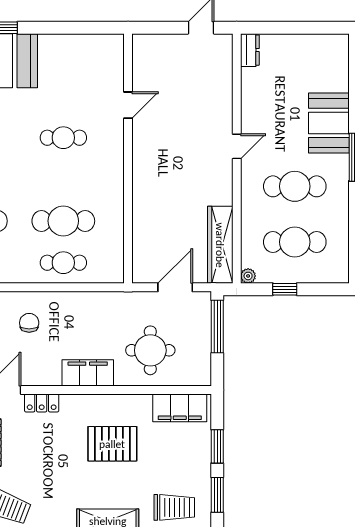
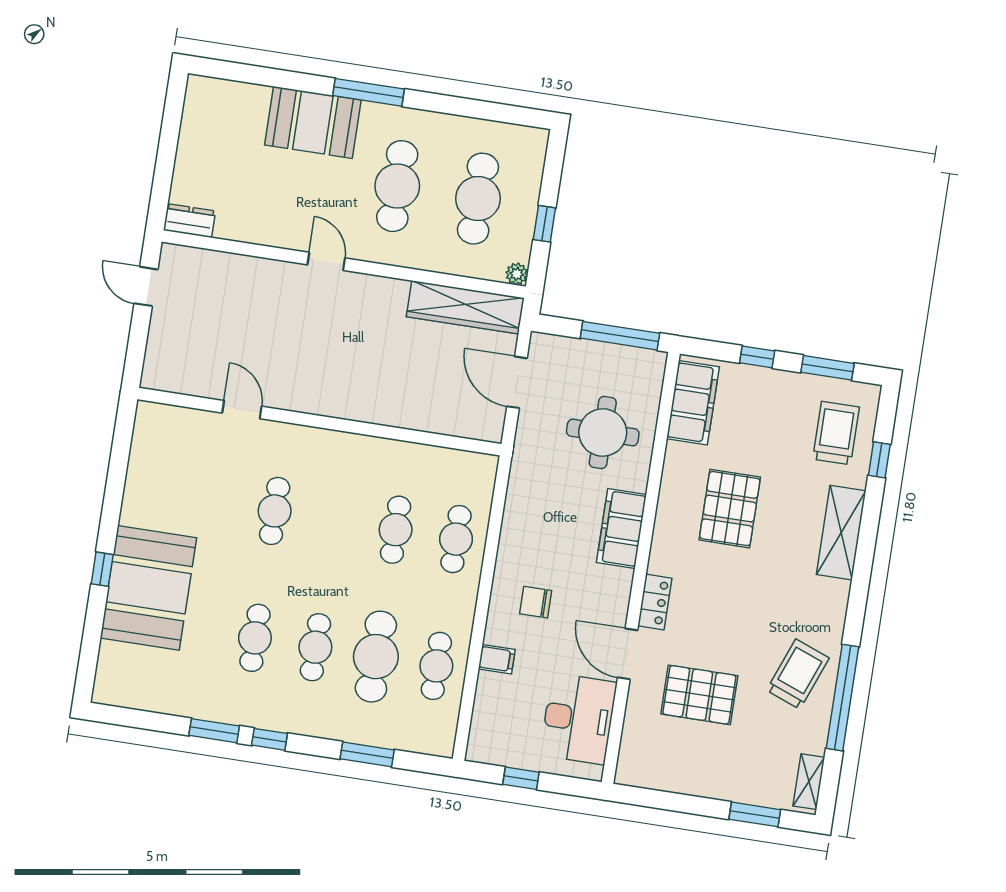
cafe table: (63, 221) -> (396, 530), width x0.73, depth x0.74
window: (217, 327) -> (620, 336), moved
window: (217, 446) -> (757, 357), width x0.67

